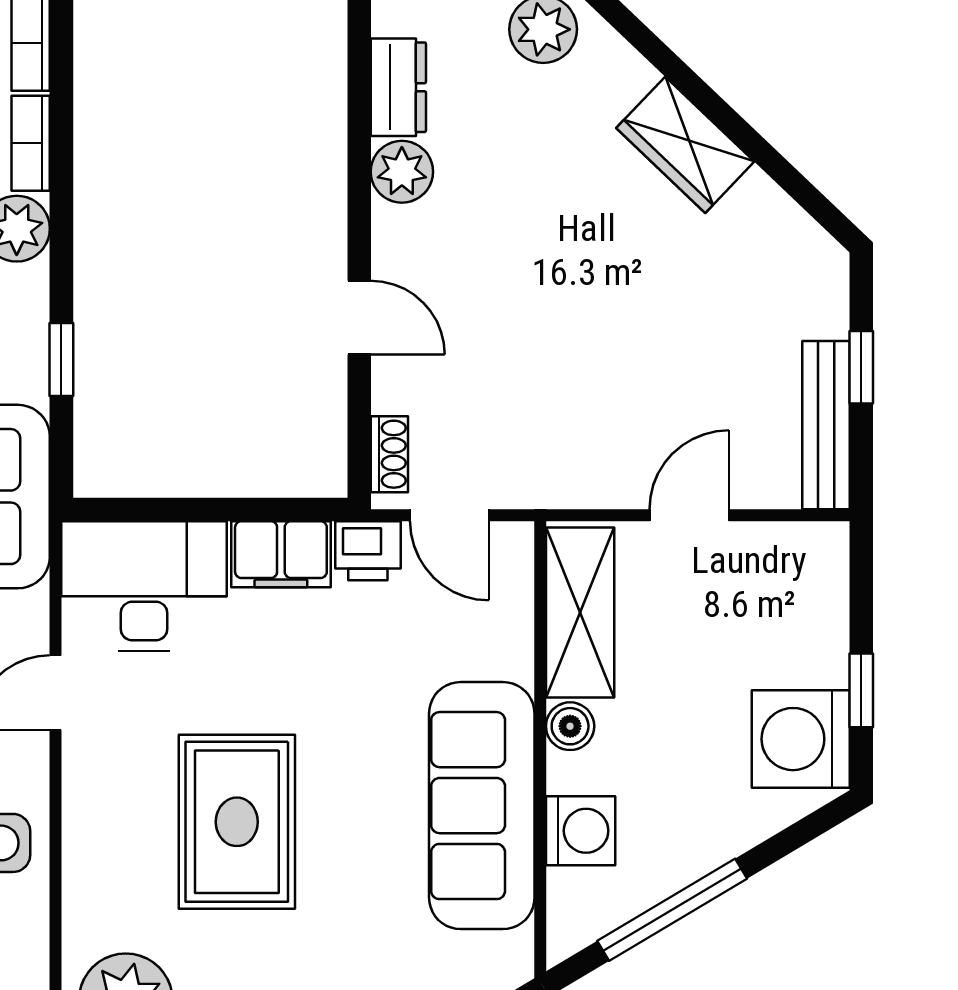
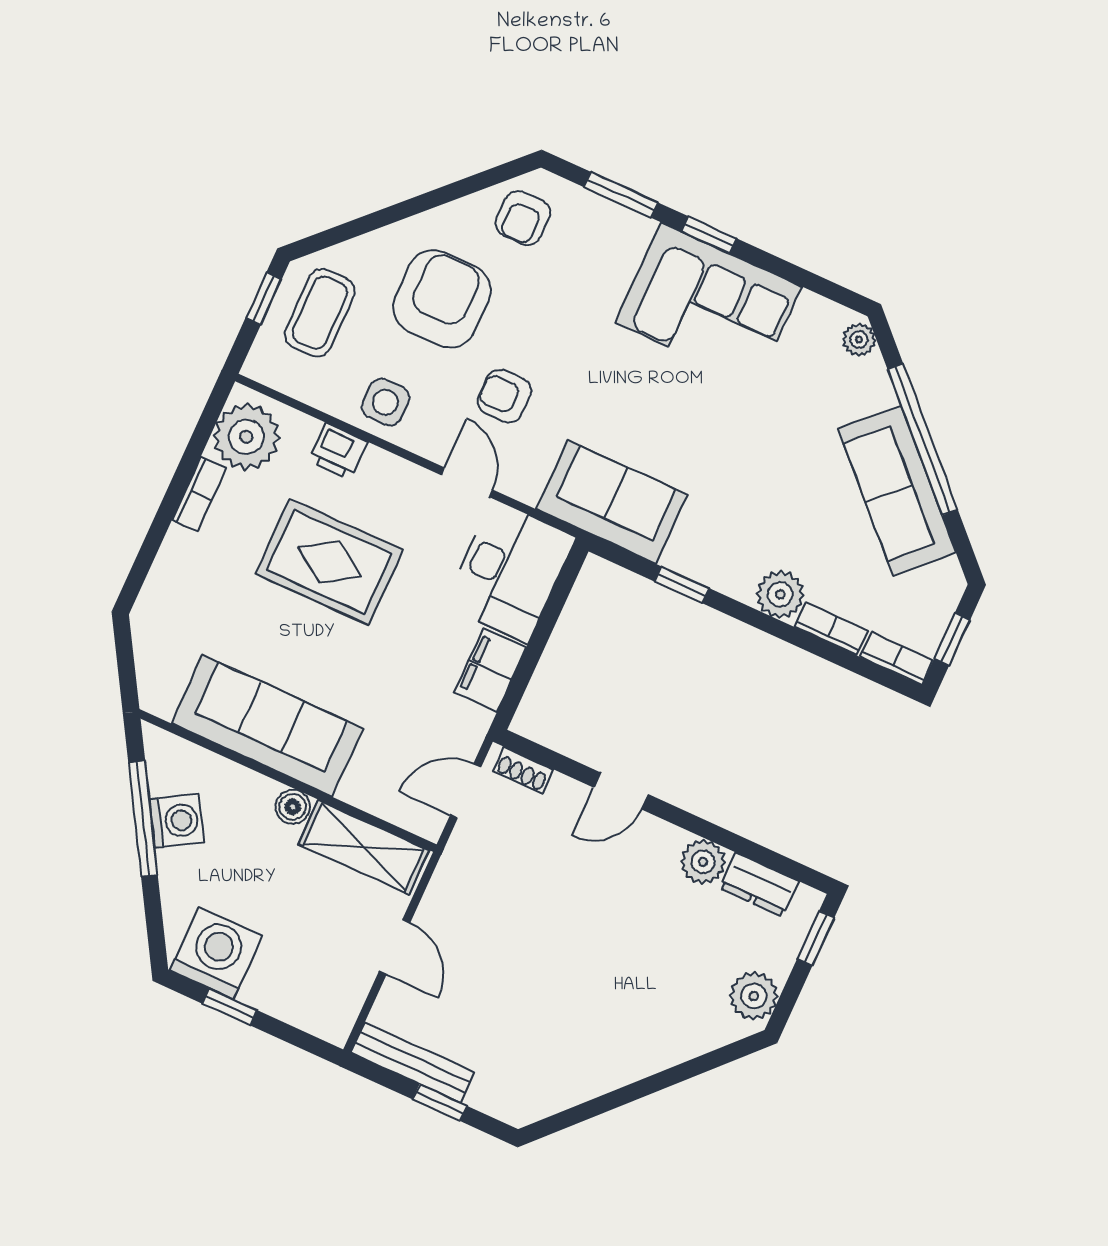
wardrobe: (685, 145) -> (637, 1054), removed
printer: (368, 551) -> (338, 451), moved, turned -90
washing machine: (581, 831) -> (176, 821), moved, turned -121

